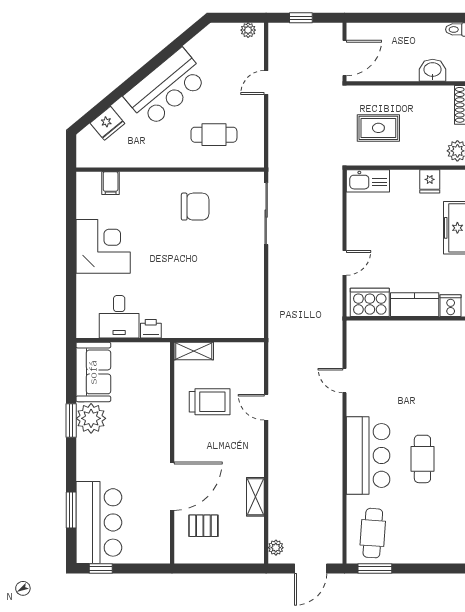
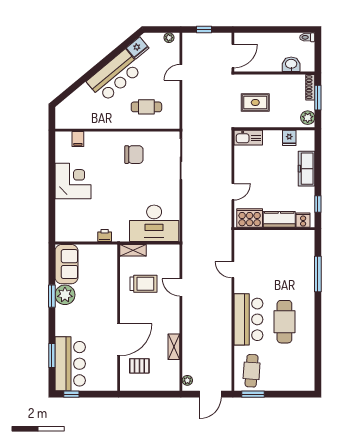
fridge: (107, 123) -> (138, 48), moved
desk: (119, 317) -> (154, 223), moved, width x1.87, depth x1.30
cafe table: (422, 459) -> (284, 322), width x1.37, depth x1.35

